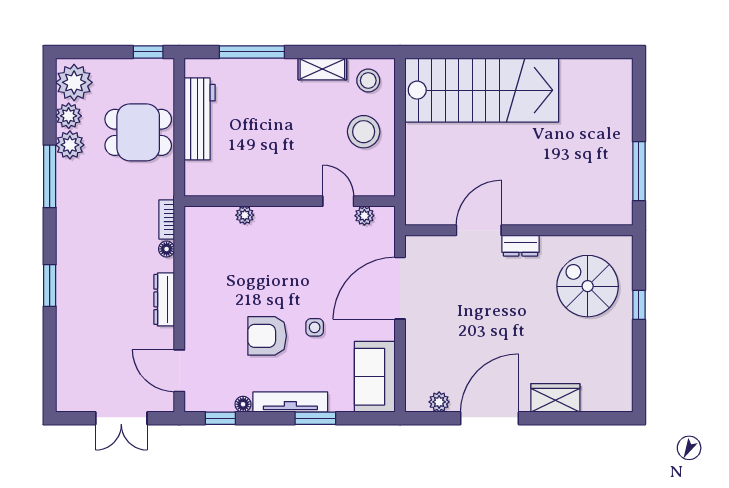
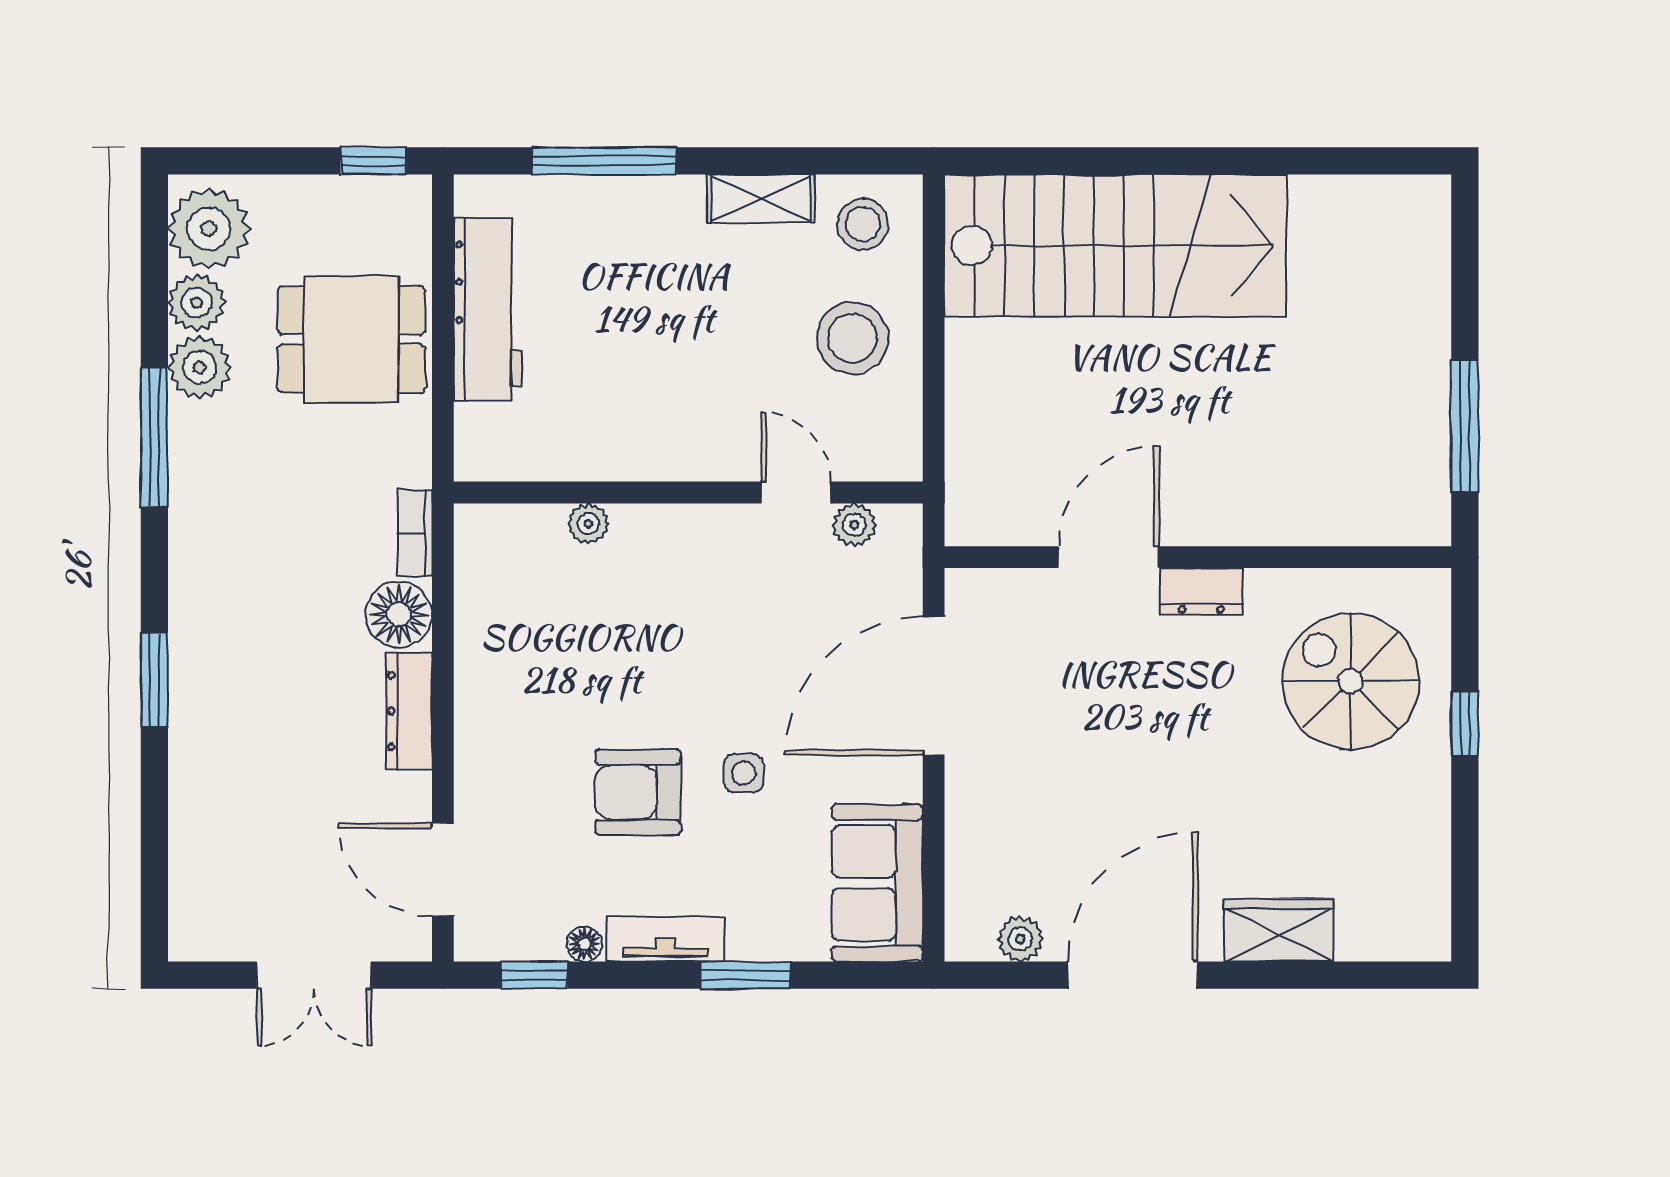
floor lamp: (167, 249) -> (399, 614), width x1.89, depth x1.89
tv unit: (290, 402) -> (665, 939), width x0.71

